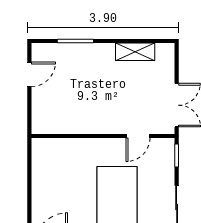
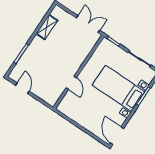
door: (138, 136) -> (71, 83), moved

